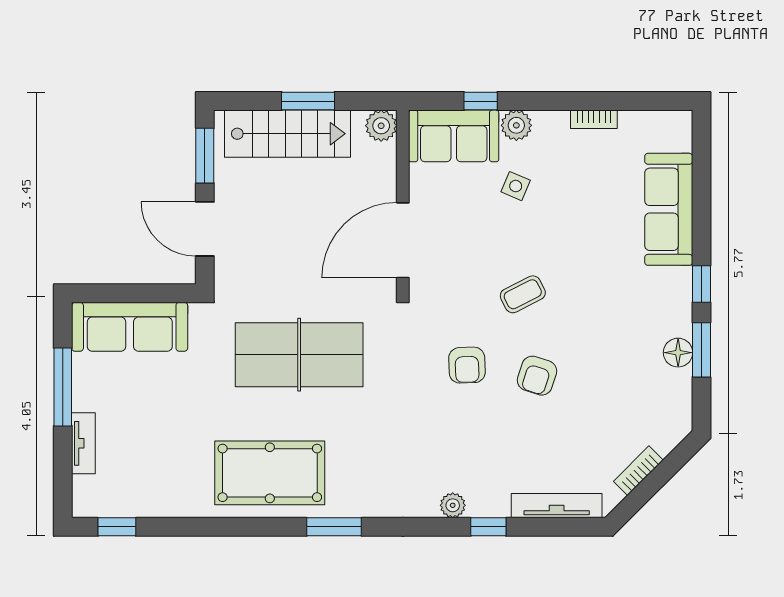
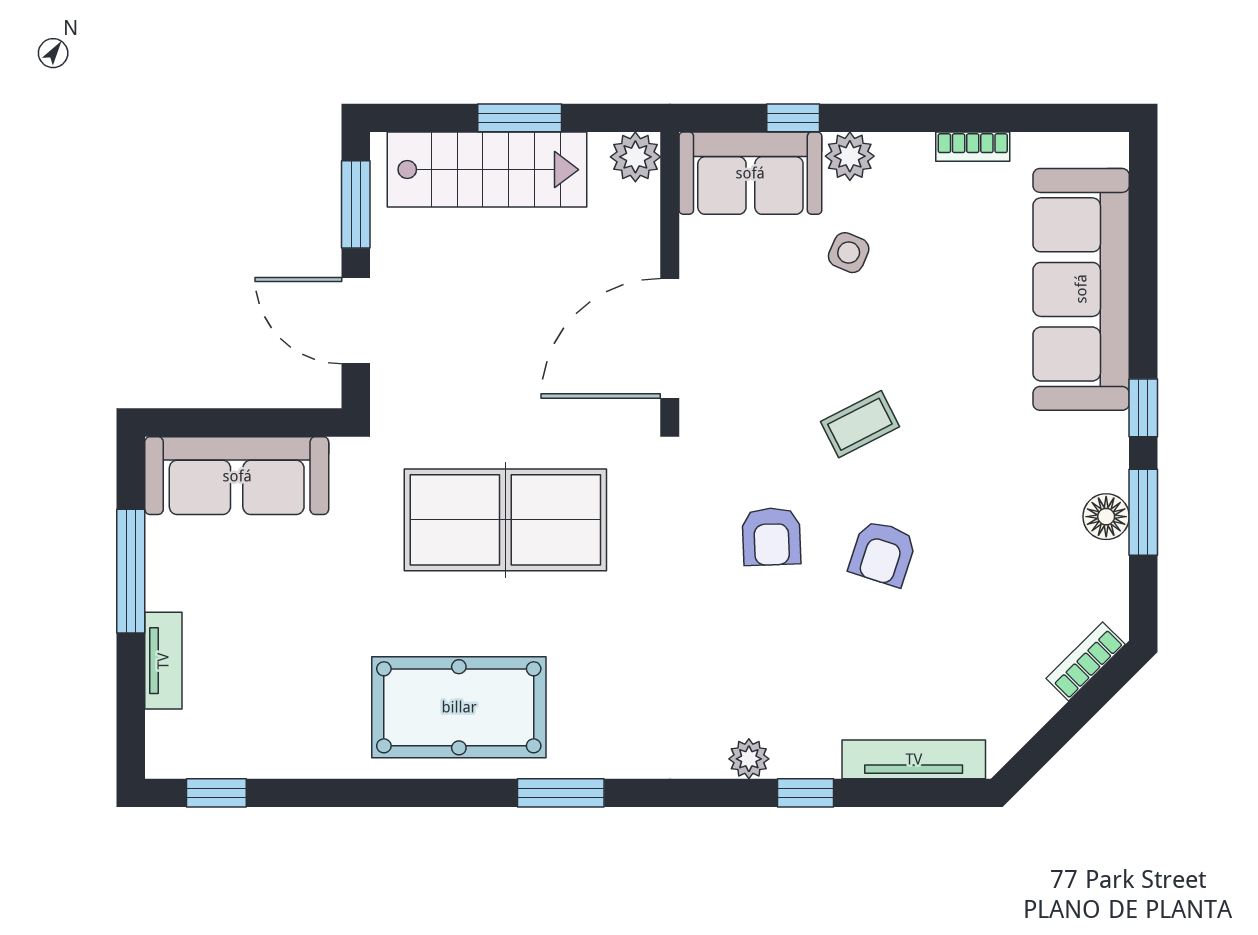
sofa: (669, 209) -> (1081, 289), width x1.36, depth x1.27
bookcase: (638, 471) -> (1086, 661), moved

